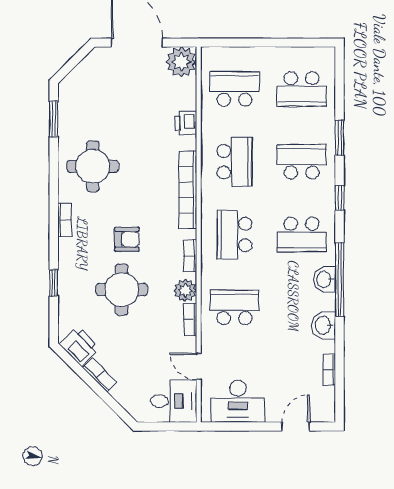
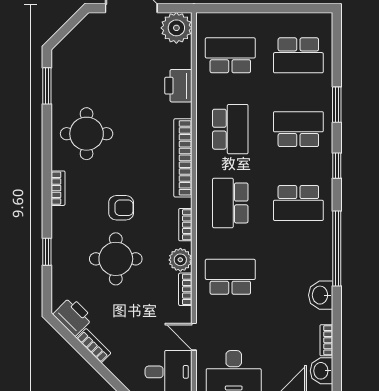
printer: (186, 123) -> (178, 86), width x1.36, depth x1.24
washbasin: (324, 279) -> (322, 371), moved

